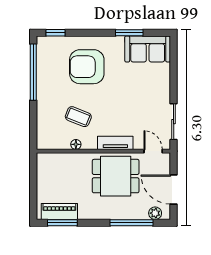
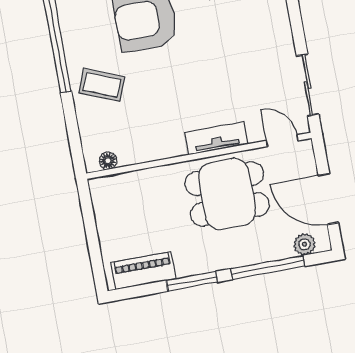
coffee table: (78, 117) -> (102, 85), moved
floor lamp: (76, 144) -> (108, 161), moved
window: (62, 223) -> (192, 281), moved

